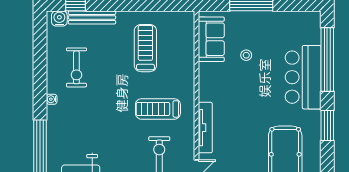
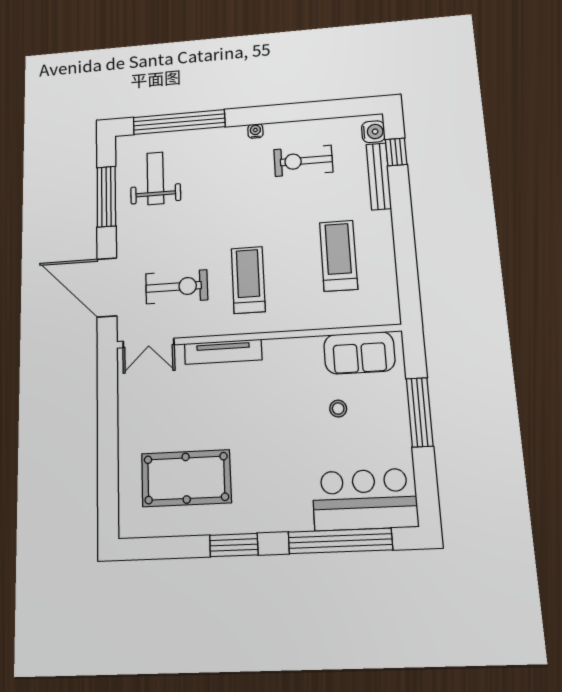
treadmill: (145, 48) -> (339, 256), turned -90
bar counter: (303, 77) -> (365, 499), moved

